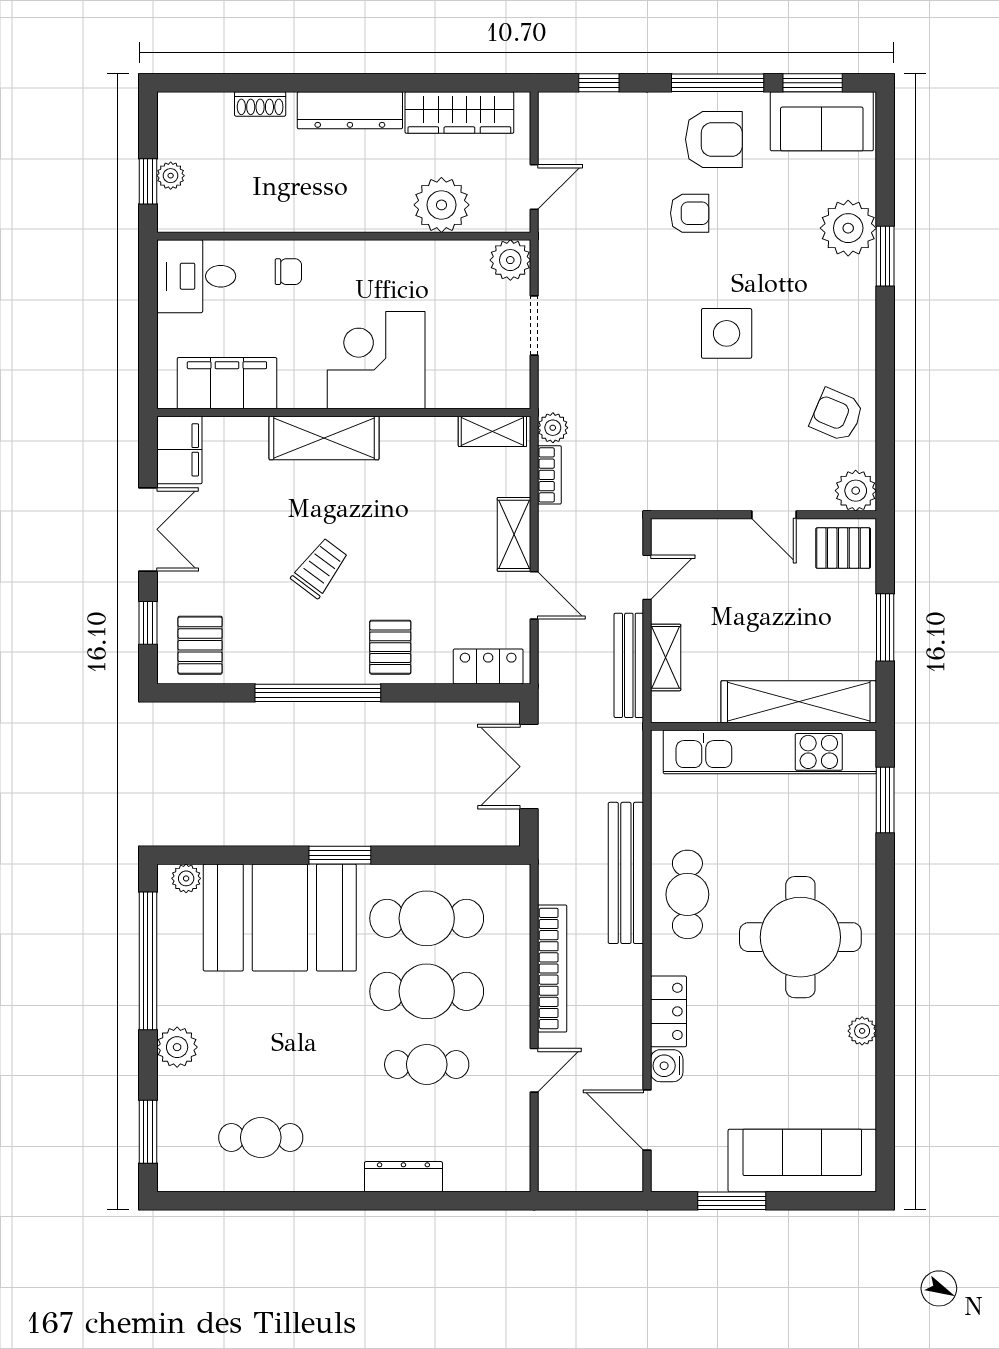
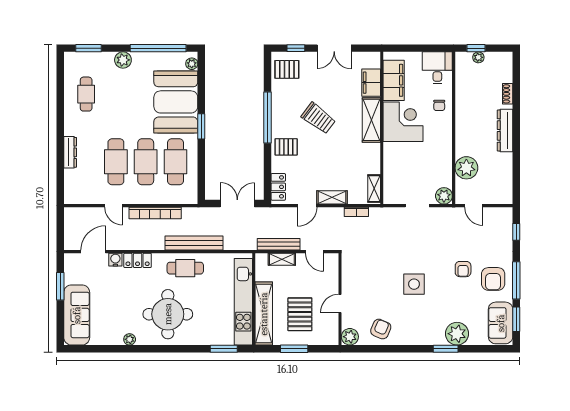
wardrobe: (459, 112) -> (504, 175), removed
corner desk: (376, 360) -> (403, 122), moved
plant: (553, 428) -> (376, 213), removed
filing cabinet: (179, 450) -> (371, 83), moved, turned 90
pallet: (843, 548) -> (300, 314), moved, width x1.50, depth x1.42
trolley: (320, 568) -> (318, 118), width x1.36, depth x1.39
cafe table: (427, 1064) -> (116, 162), width x1.37, depth x1.35

